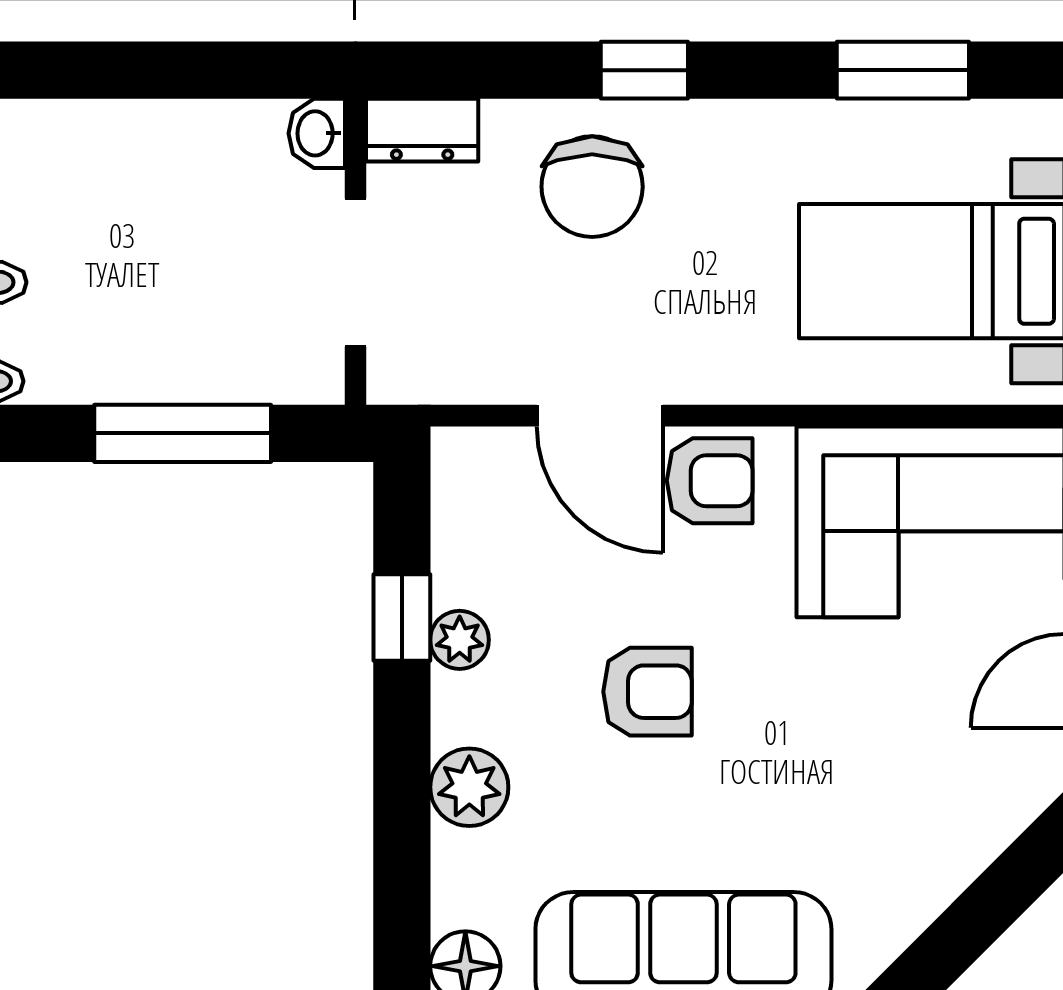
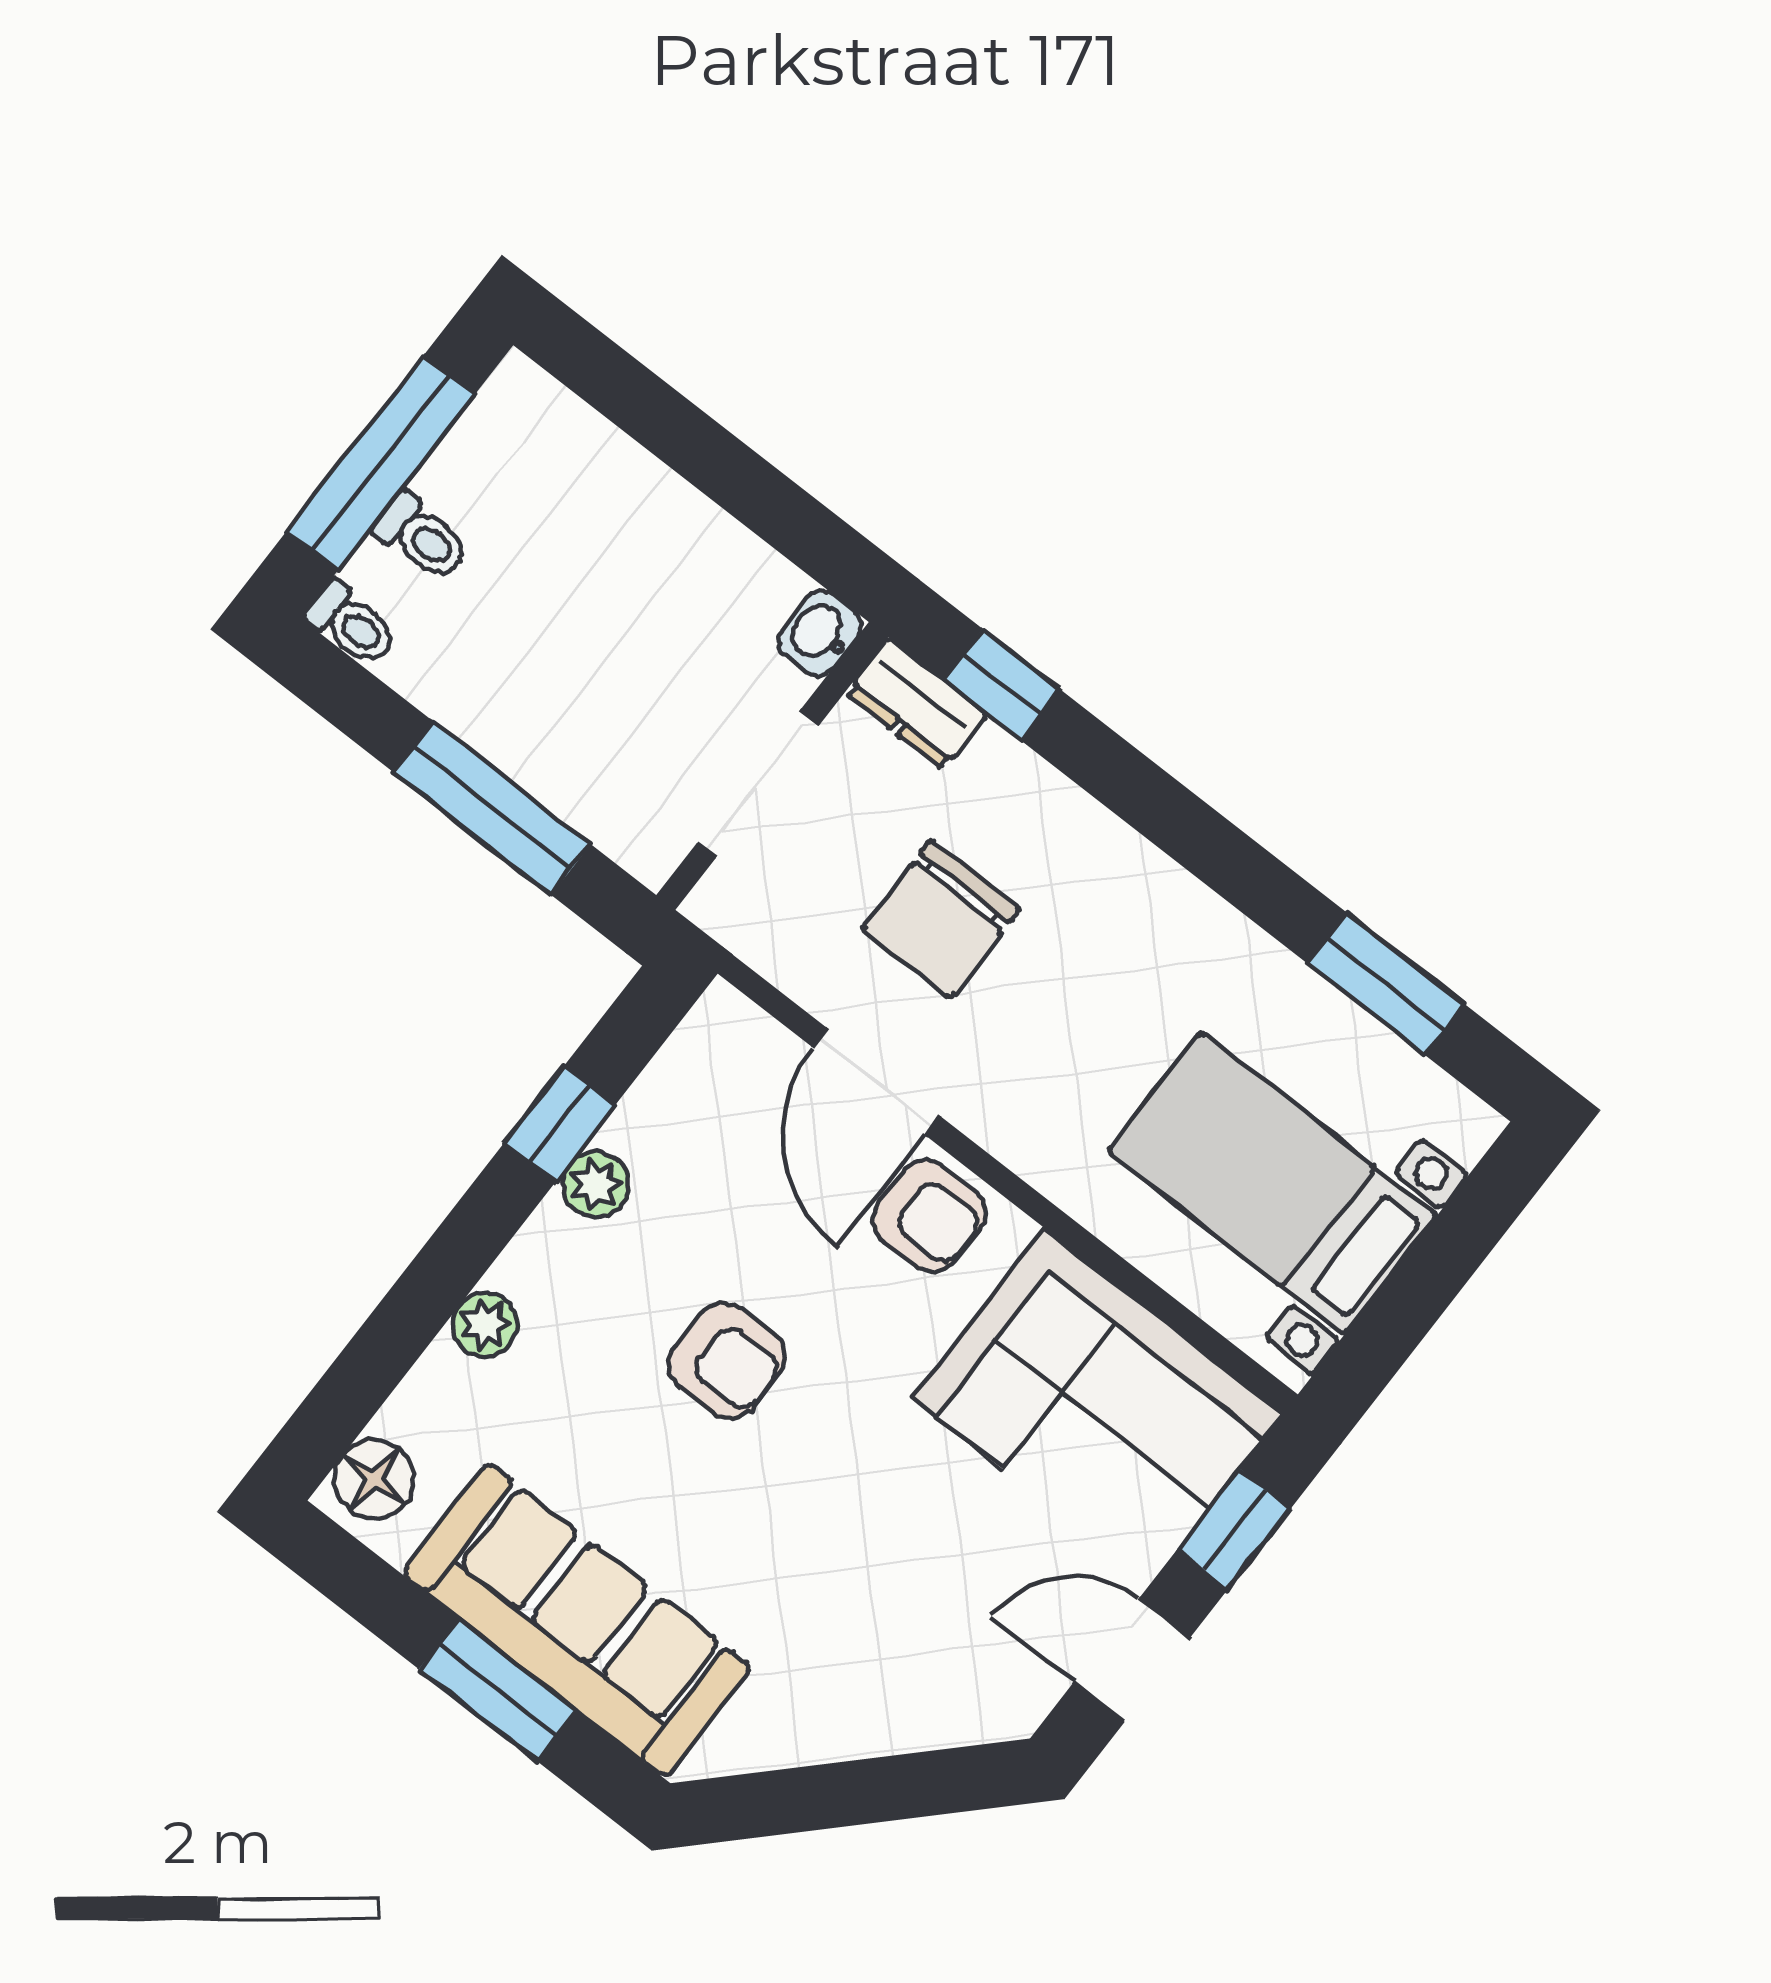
window: (644, 70) -> (1002, 685), moved
chair: (592, 187) -> (941, 919), moved
plant: (469, 787) -> (485, 1324), width x0.73, depth x0.73

